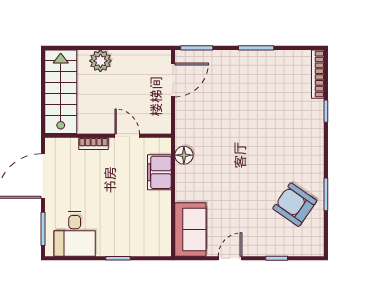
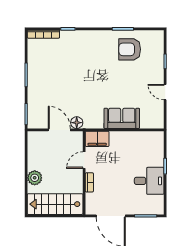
door: (173, 80) -> (59, 130), moved
floor lamp: (184, 155) -> (77, 123), moved
filing cabinet: (159, 172) -> (97, 139), moved
armchair: (295, 205) -> (130, 49), turned 55
sofa: (190, 229) -> (122, 118), moved
desk: (75, 234) -> (149, 181), moved

